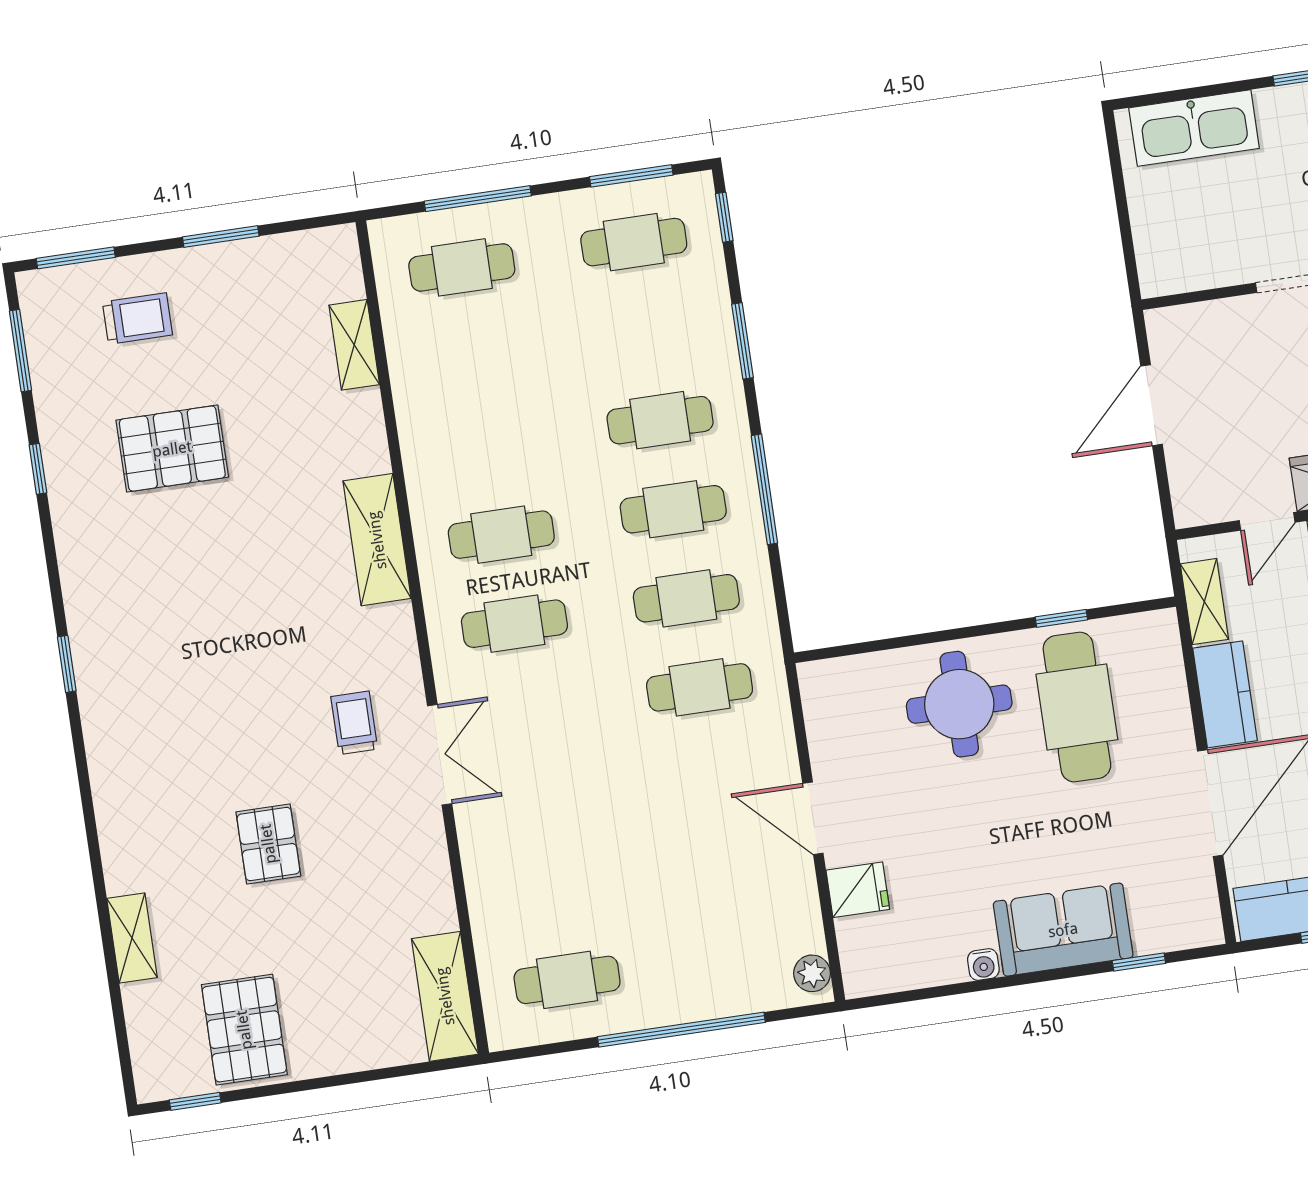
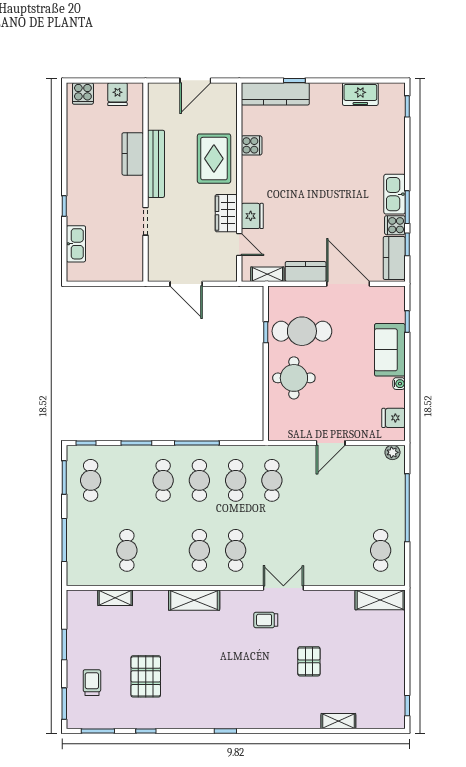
kitchen sink: (1194, 128) -> (76, 244), width x0.73, depth x0.81
cafe table: (462, 267) -> (127, 550), moved
pallet: (268, 844) -> (309, 661), turned 90
fridge: (858, 890) -> (394, 418), moved, turned -90
pallet: (244, 1030) -> (381, 682), removed

